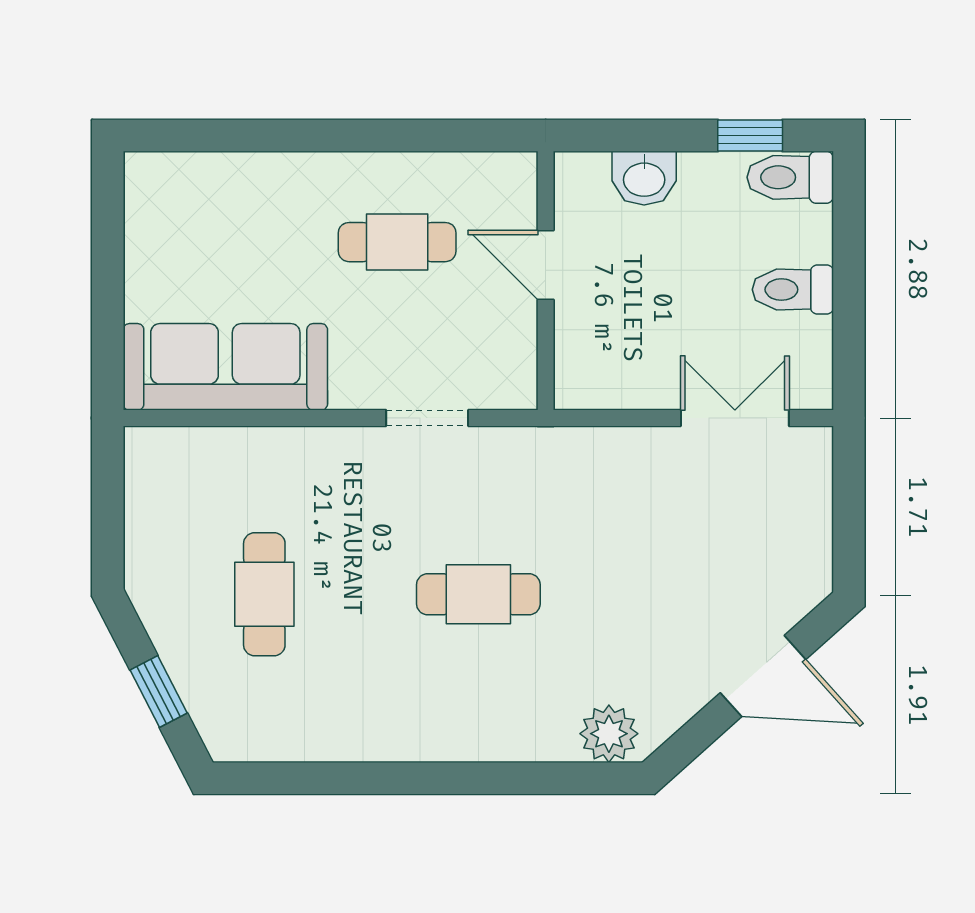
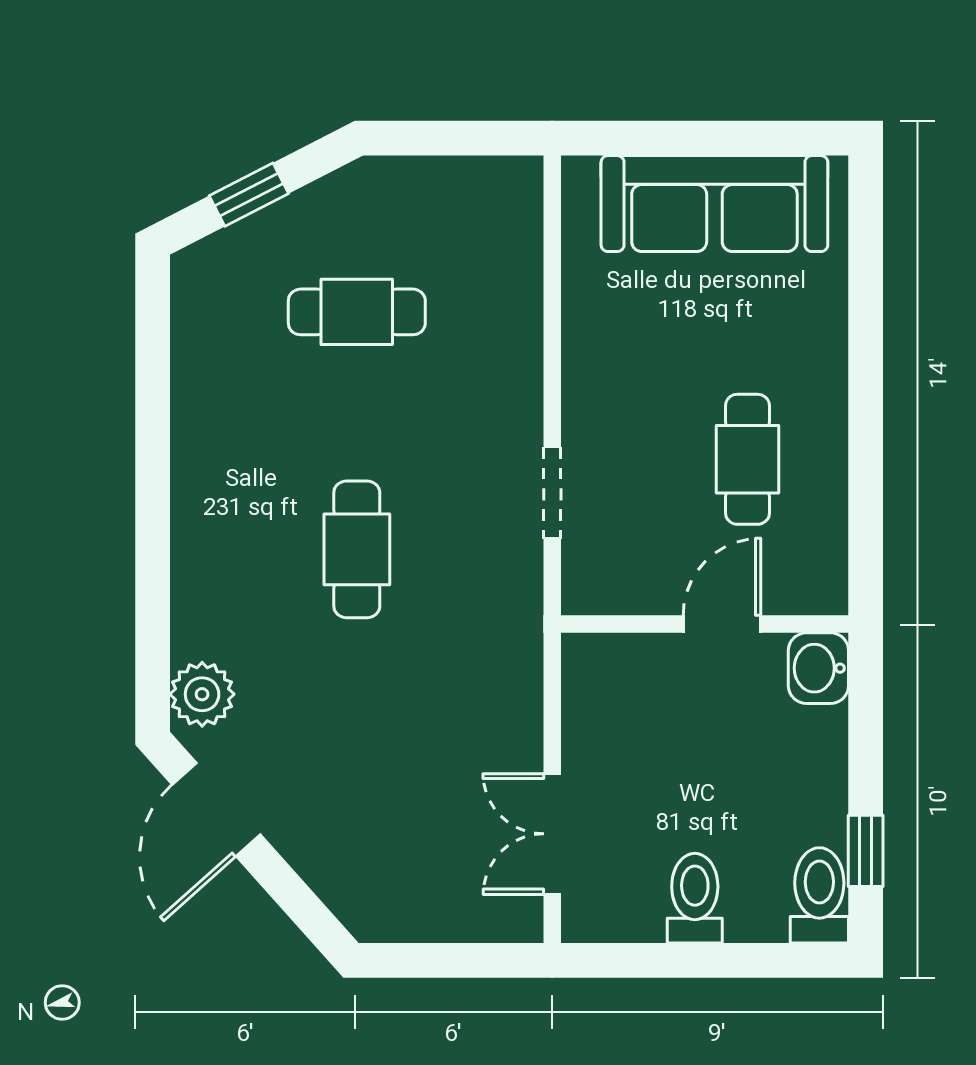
washbasin: (644, 178) -> (818, 668), moved
sofa: (225, 367) -> (714, 204), moved, turned 90
double door: (735, 418) -> (552, 834), swing flipped
door: (763, 676) -> (216, 810), moved

